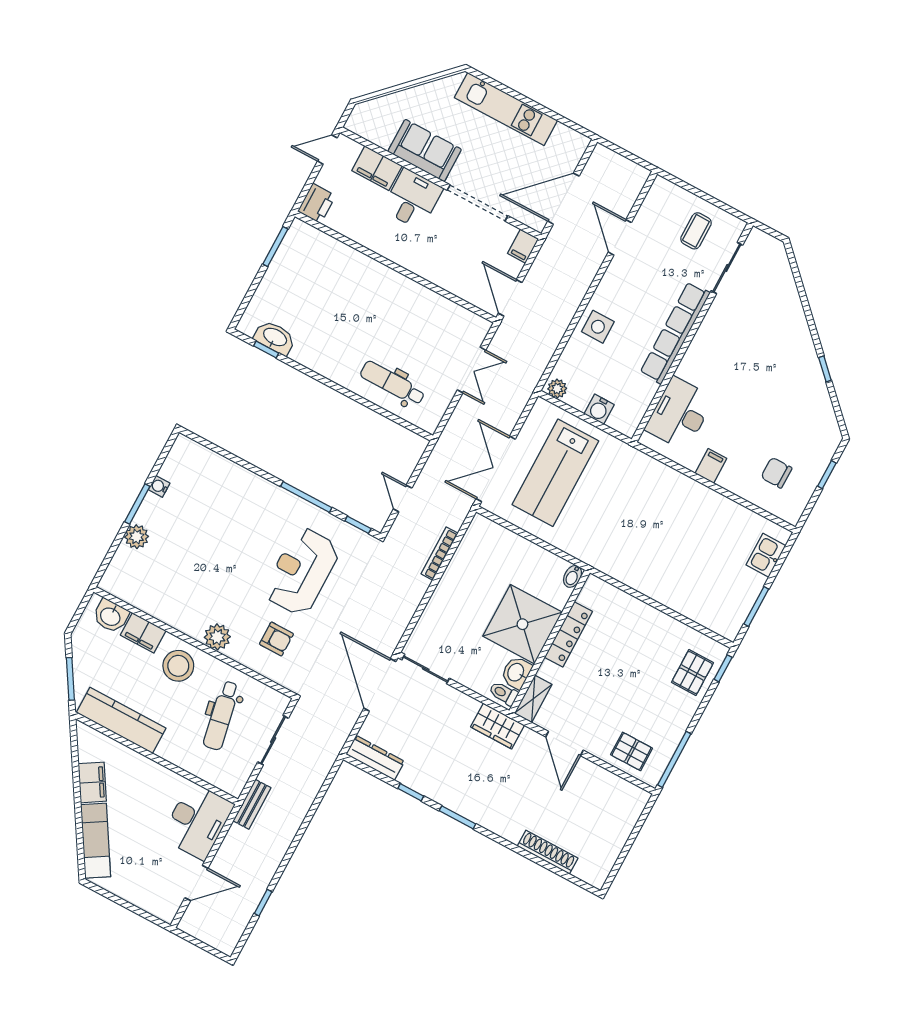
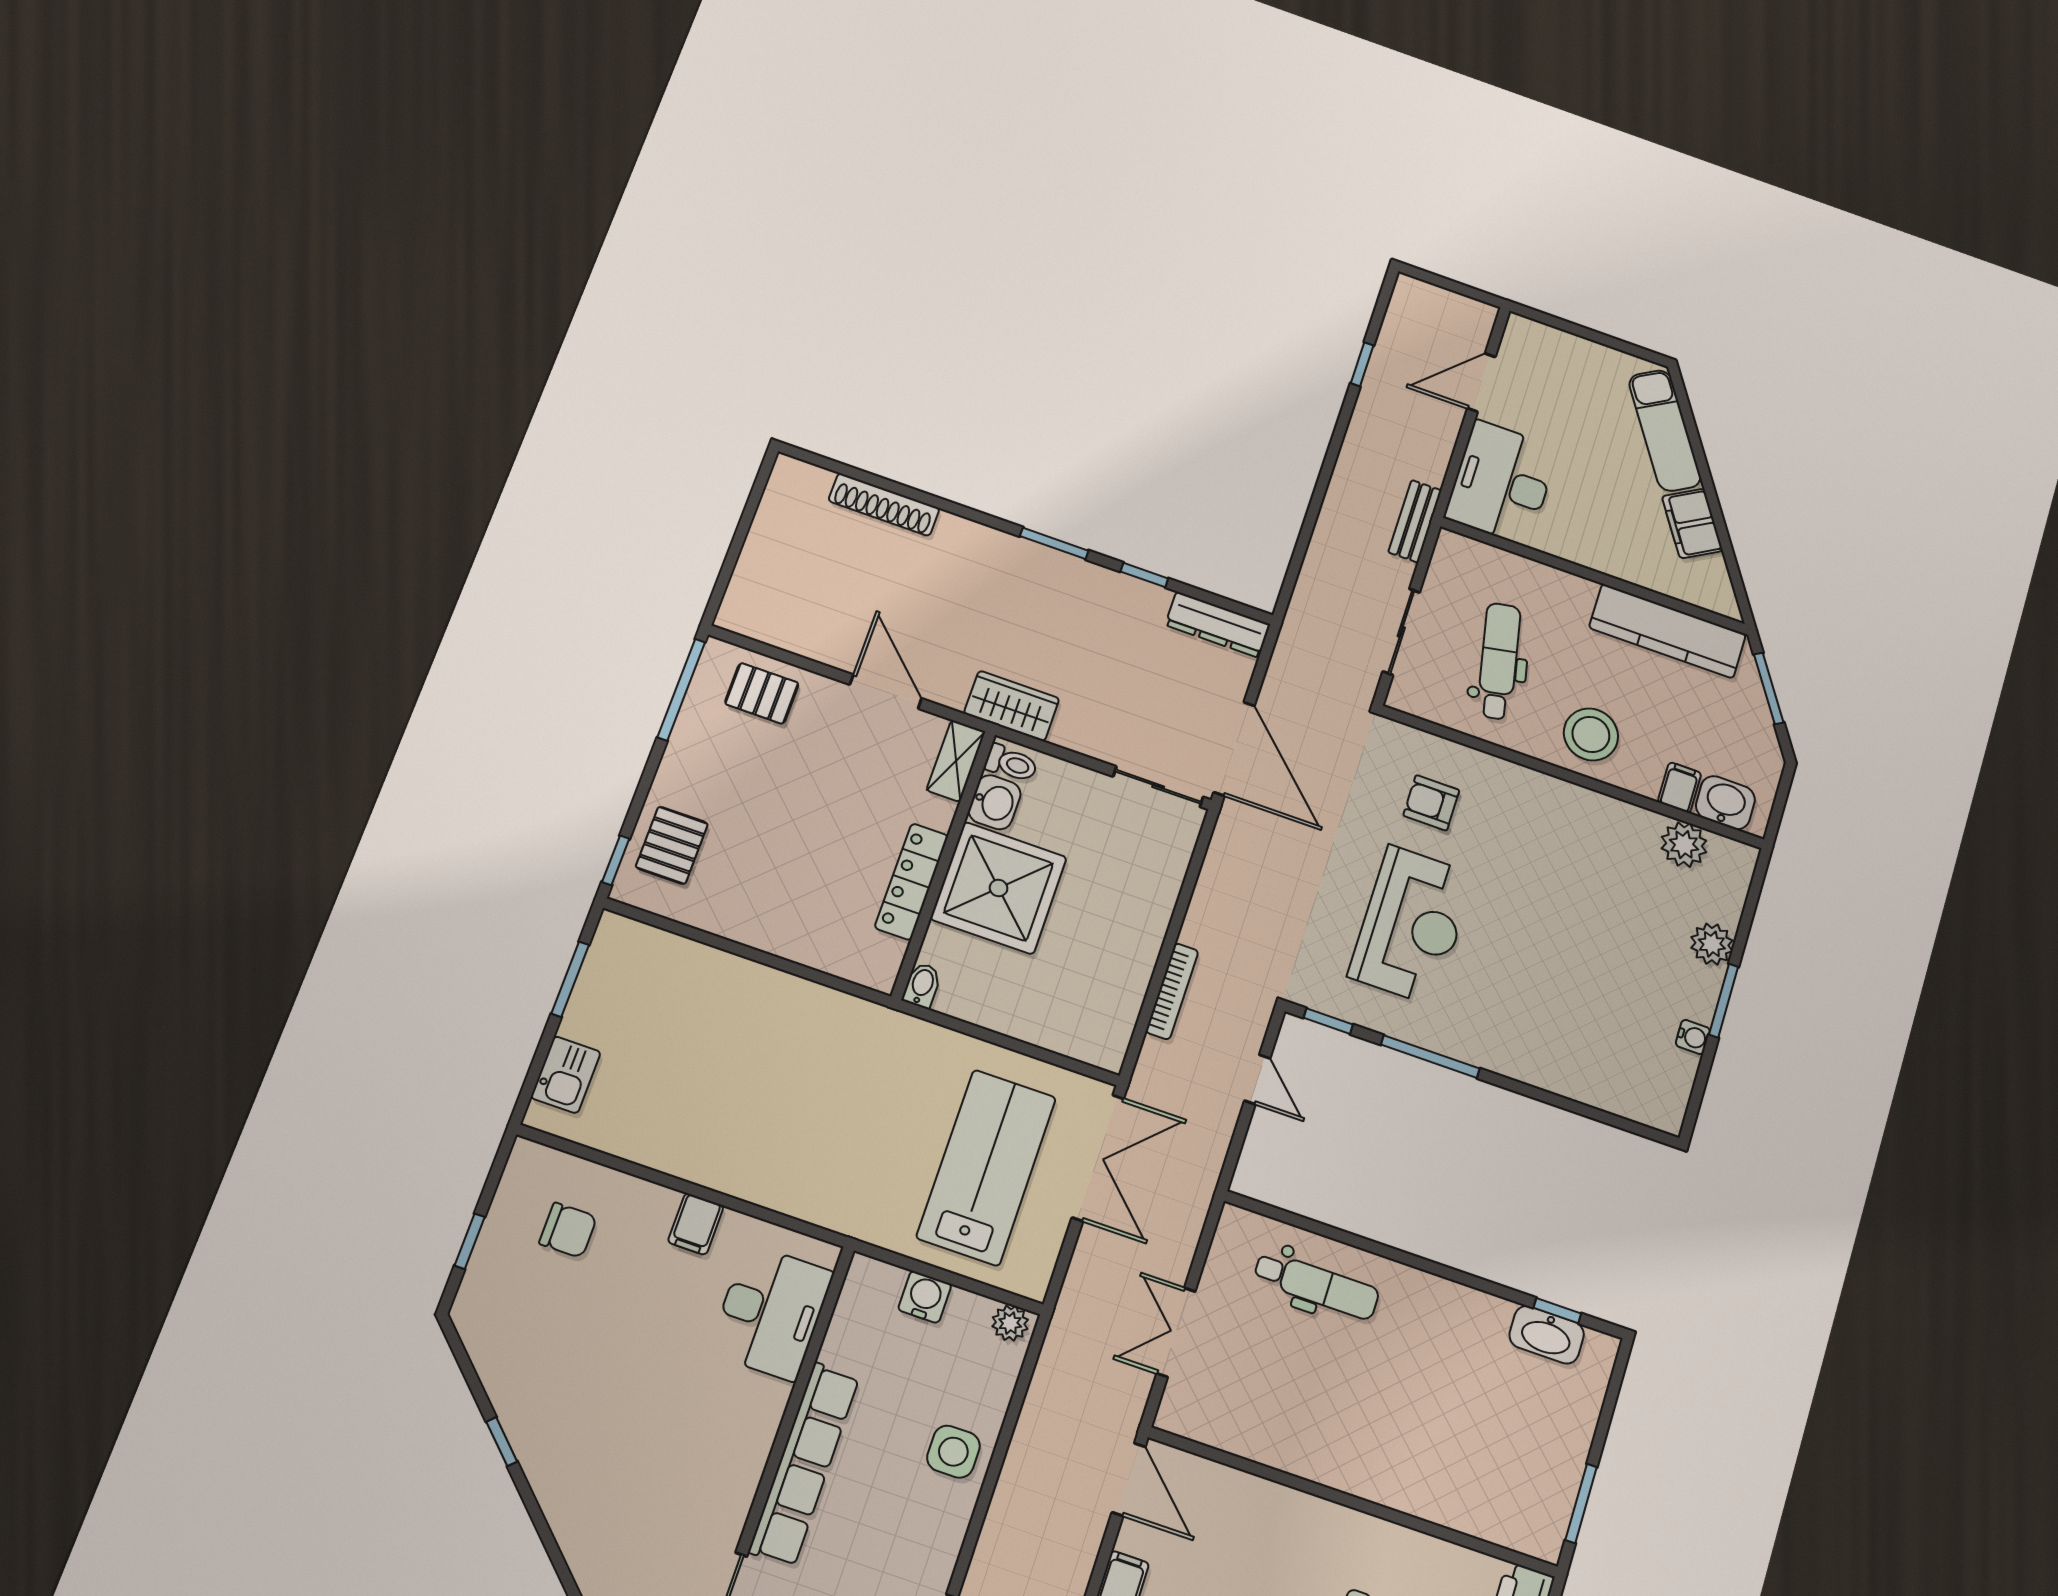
filing cabinet: (143, 633) -> (1680, 787), width x0.50
plant: (217, 637) -> (1684, 845), moved

